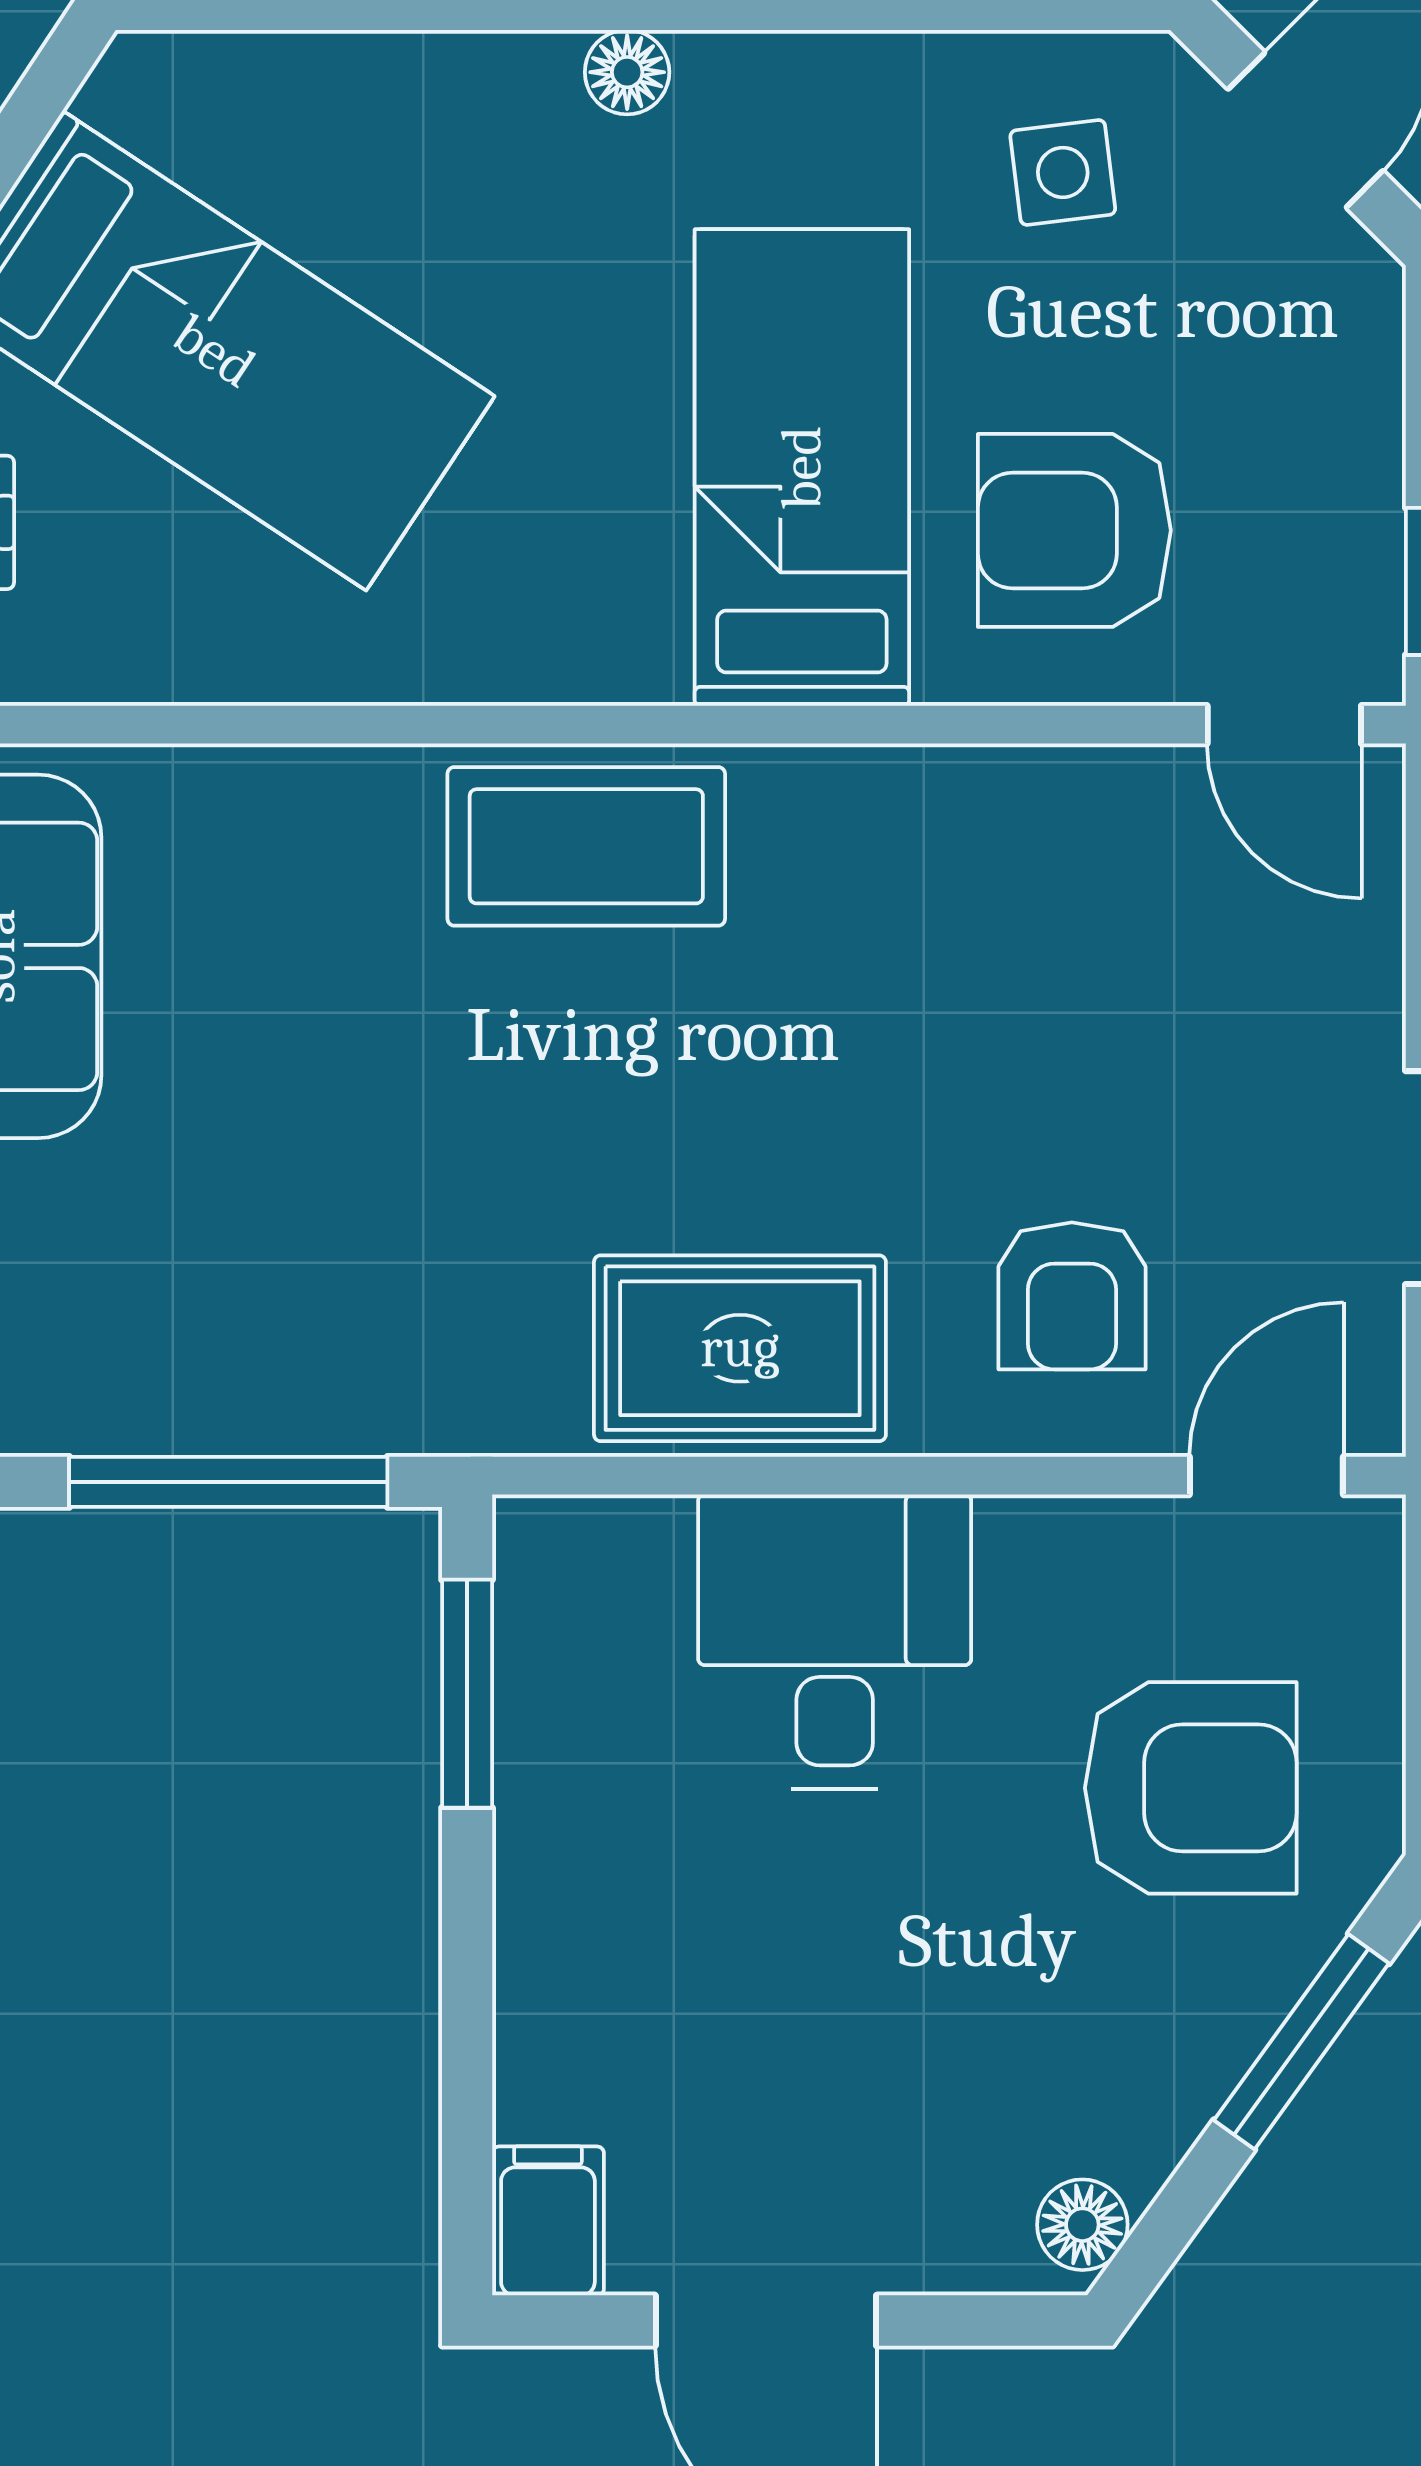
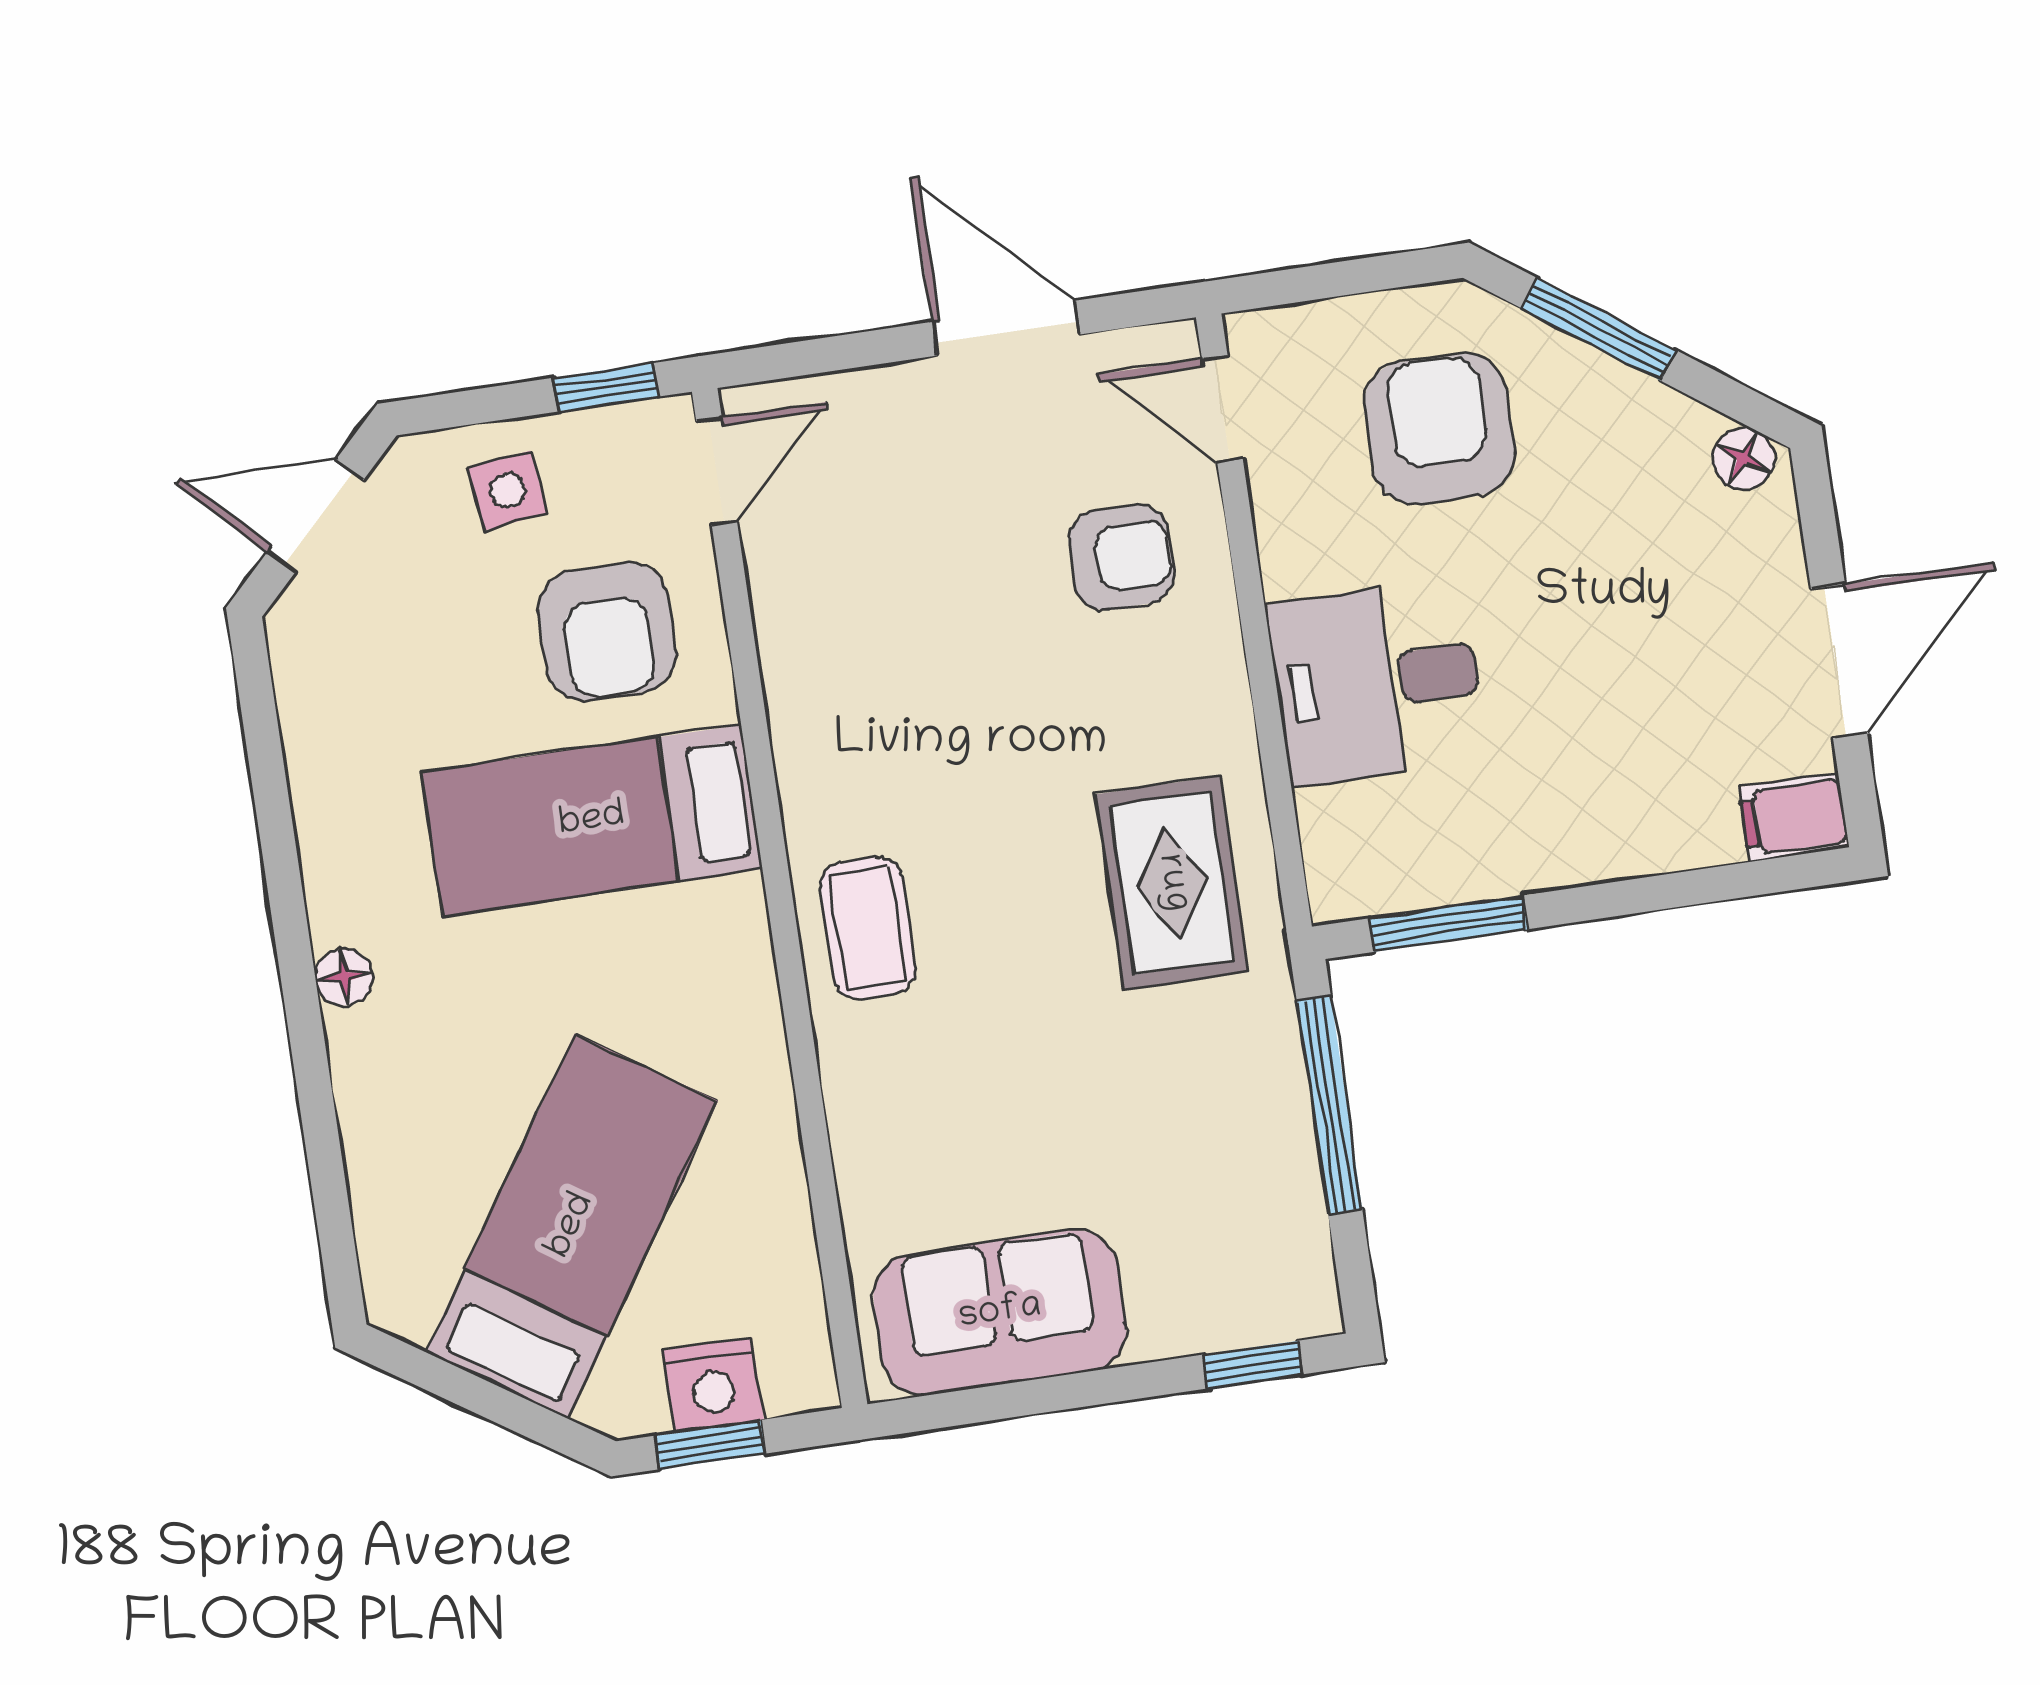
side table: (1063, 172) -> (508, 490), moved
coffee table: (586, 846) -> (868, 928), width x0.73, depth x0.77
rug: (740, 1348) -> (1172, 883), moved

